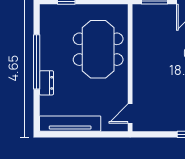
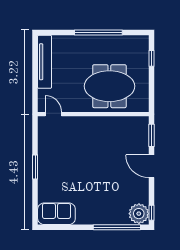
dresser: (46, 83) -> (80, 41), removed

